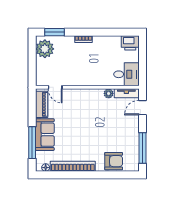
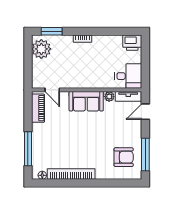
sofa: (45, 135) -> (86, 101), moved, turned 90
armchair: (114, 161) -> (124, 157), moved

